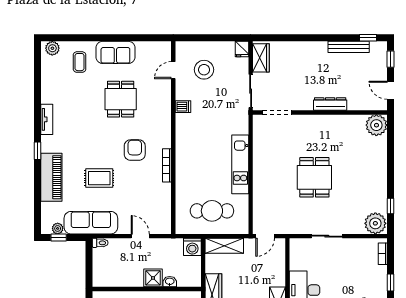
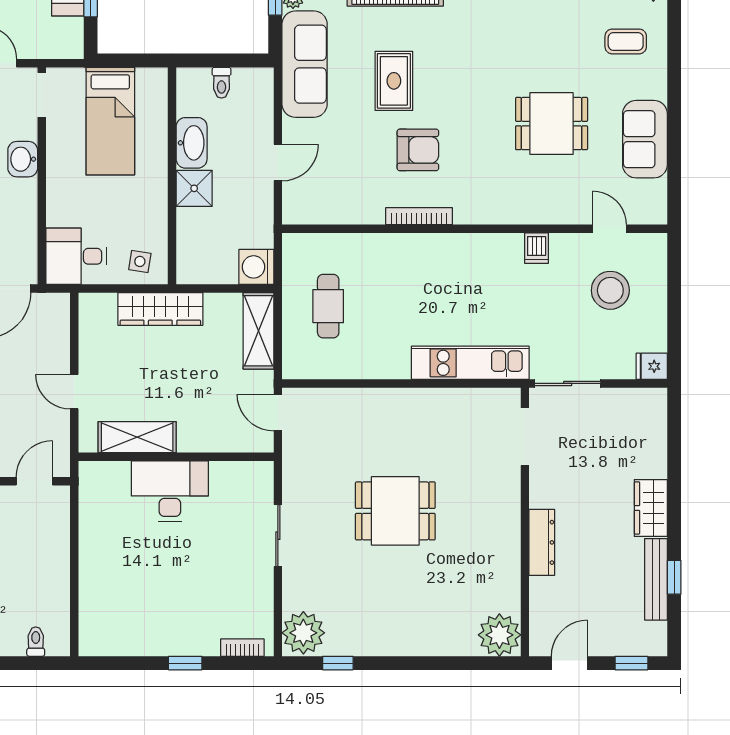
window: (368, 38) -> (674, 577), moved
sofa: (115, 52) -> (645, 139), moved
wardrobe: (261, 58) -> (651, 508), moved, turned 90
armchair: (135, 150) -> (418, 150), moved
kitchen unit: (240, 164) -> (470, 363), moved
cafe table: (212, 211) -> (328, 306), width x0.73, depth x0.74
toilet: (100, 243) -> (221, 83), moved
washbasin: (170, 282) -> (192, 143), moved, width x1.91, depth x1.45

